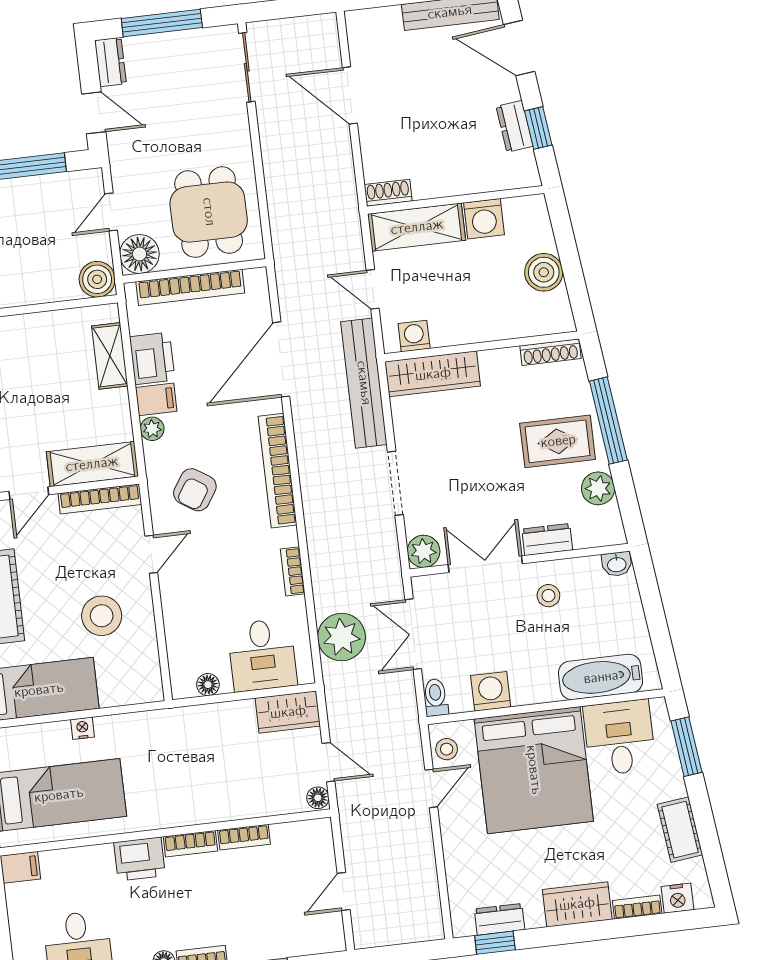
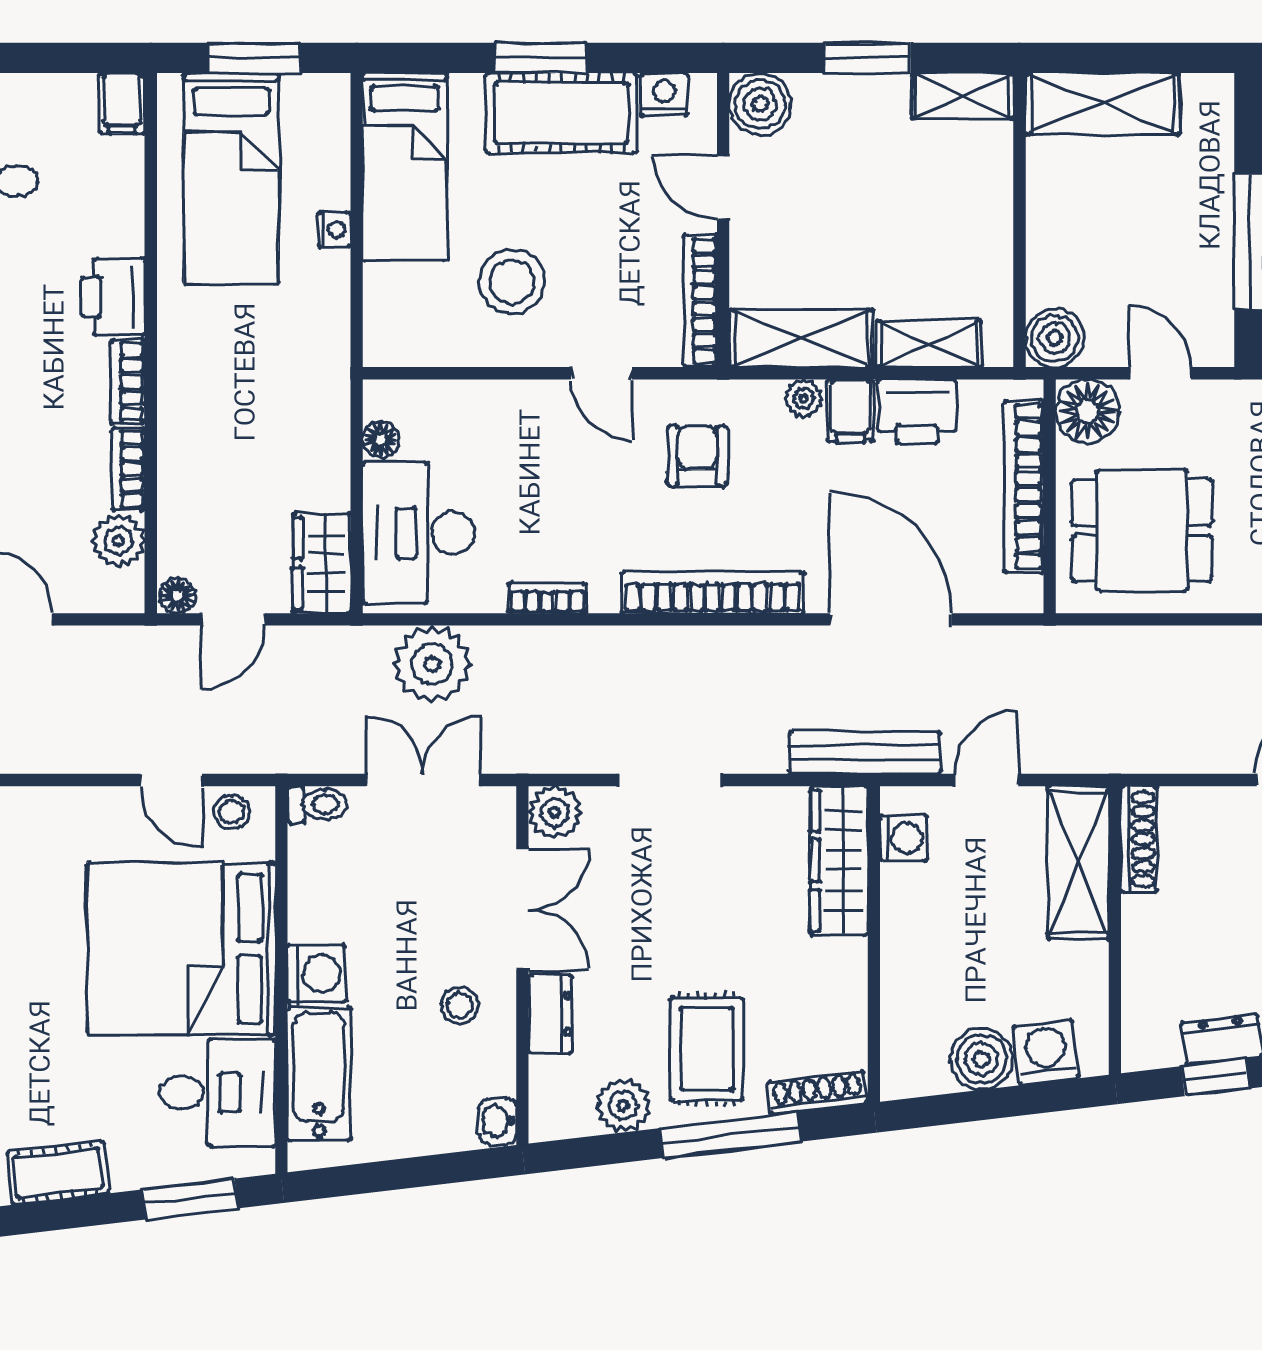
shoe rack: (388, 193) -> (1139, 839), width x1.43
washing machine: (484, 219) -> (1046, 1052), moved, turned 83
shoe rack: (550, 352) -> (817, 1093), moved, turned 83
bench: (364, 383) -> (865, 753), width x0.73, depth x0.82
shelving: (92, 464) -> (801, 339), moved, turned 90
armchair: (195, 490) -> (697, 456), turned 57
desk: (262, 655) -> (418, 533), width x1.37
washing machine: (491, 691) -> (317, 974), moved
plant: (288, 838) -> (119, 541), added

